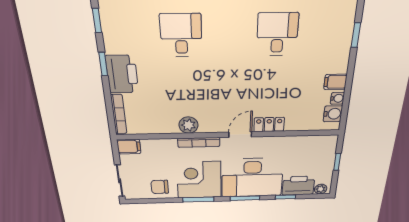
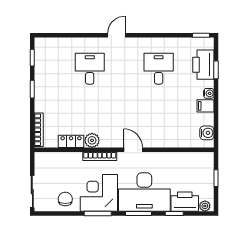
printer: (122, 74) -> (203, 65), moved, turned 180
water cooler: (337, 98) -> (209, 93), moved
locker: (269, 125) -> (71, 141), moved
door: (240, 135) -> (133, 150), hinge flipped
filing cabinet: (129, 147) -> (43, 159), removed
chair: (160, 187) -> (65, 199), turned 90

